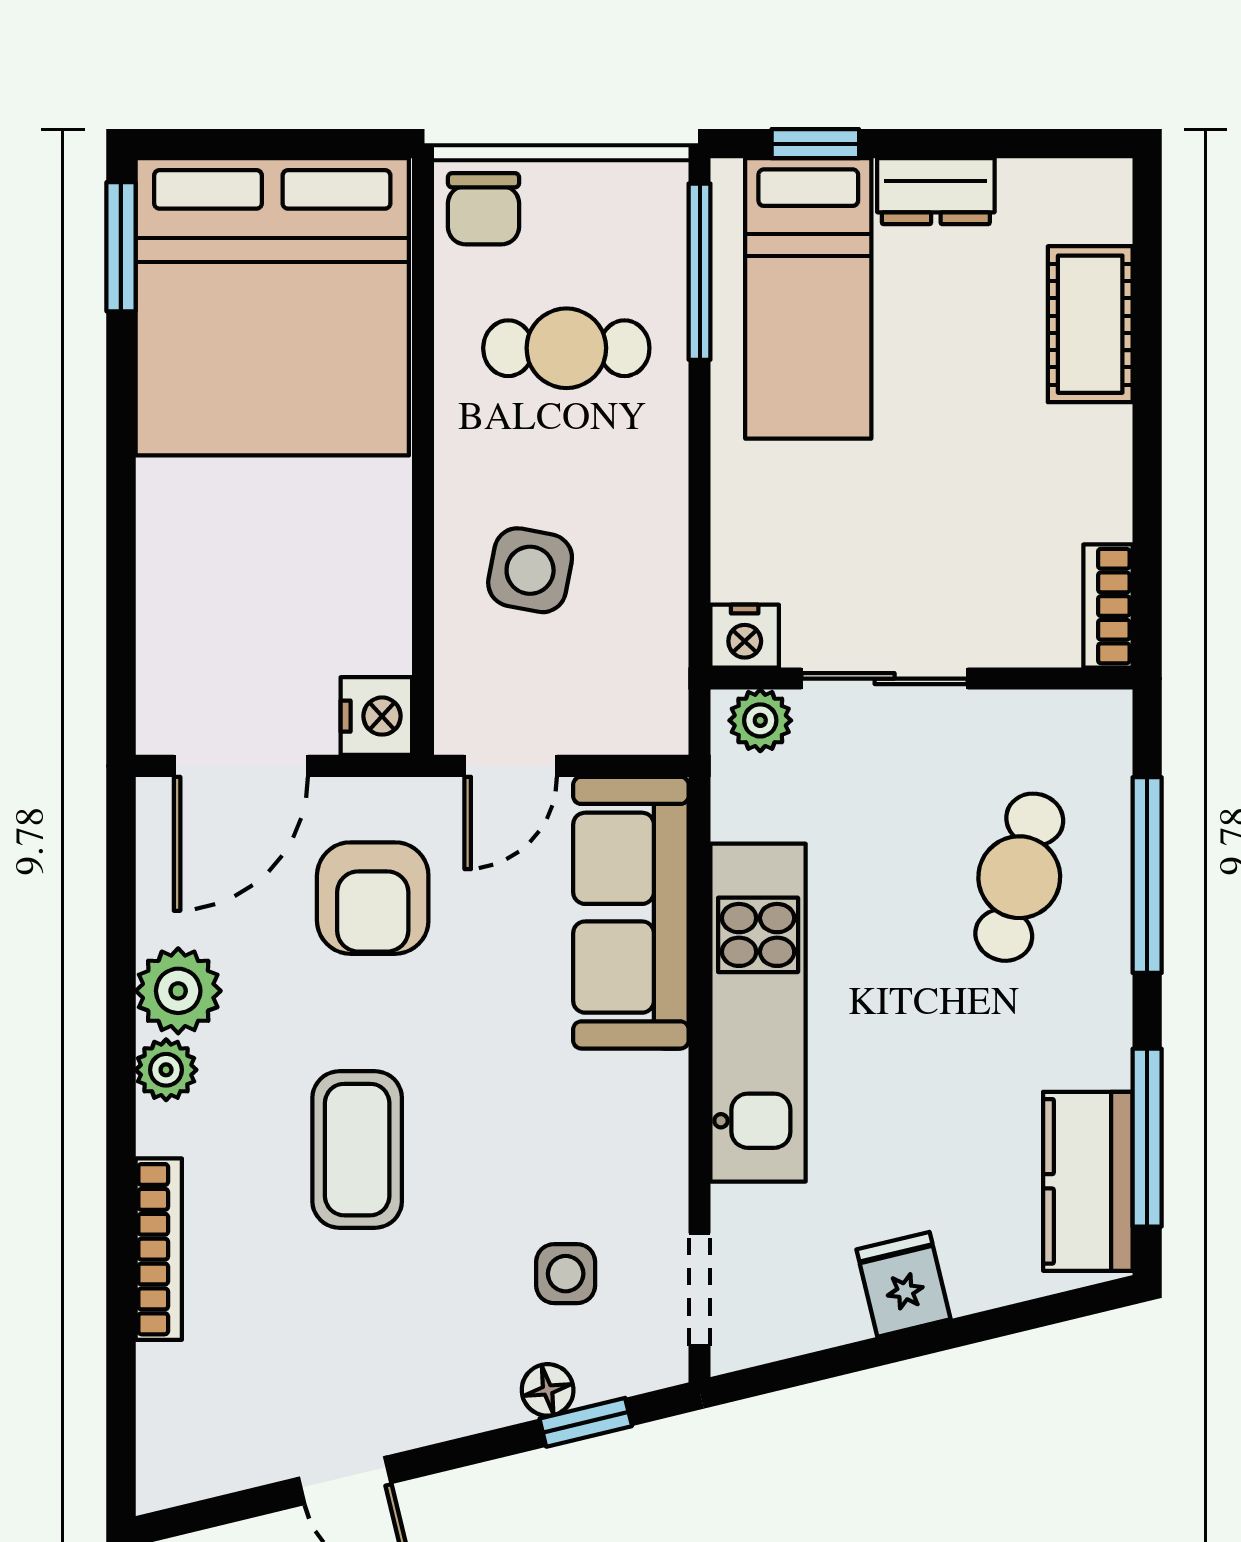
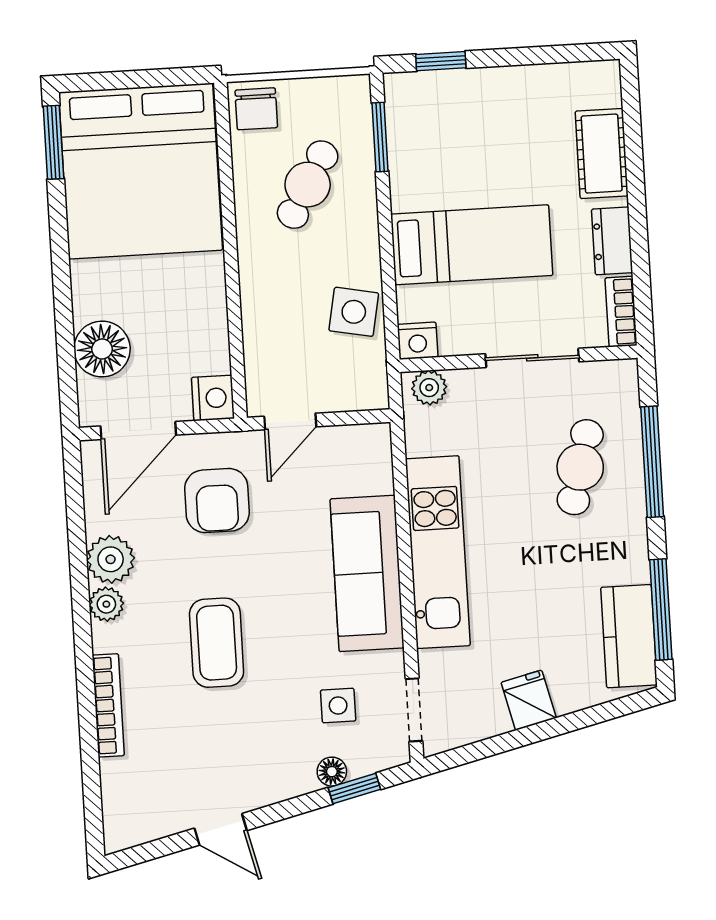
dresser: (936, 191) -> (612, 241), moved, turned 90
window: (700, 272) -> (380, 137), width x0.69
bed: (808, 298) -> (472, 245), moved, turned -90
cafe table: (566, 348) -> (308, 185), turned -60
side table: (530, 570) -> (354, 312), moved
floor lamp: (185, 618) -> (102, 349), added
sliding door: (885, 679) -> (532, 358), moved
sofa: (631, 913) -> (367, 573), moved

